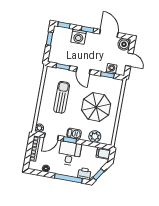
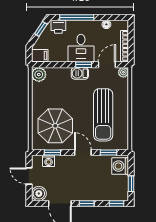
washing machine: (79, 37) -> (120, 166), moved, turned -90
sun lounger: (62, 97) -> (103, 115), width x1.36, depth x1.34
parasol: (96, 107) -> (55, 126), moved
plant: (95, 136) -> (39, 75), moved

